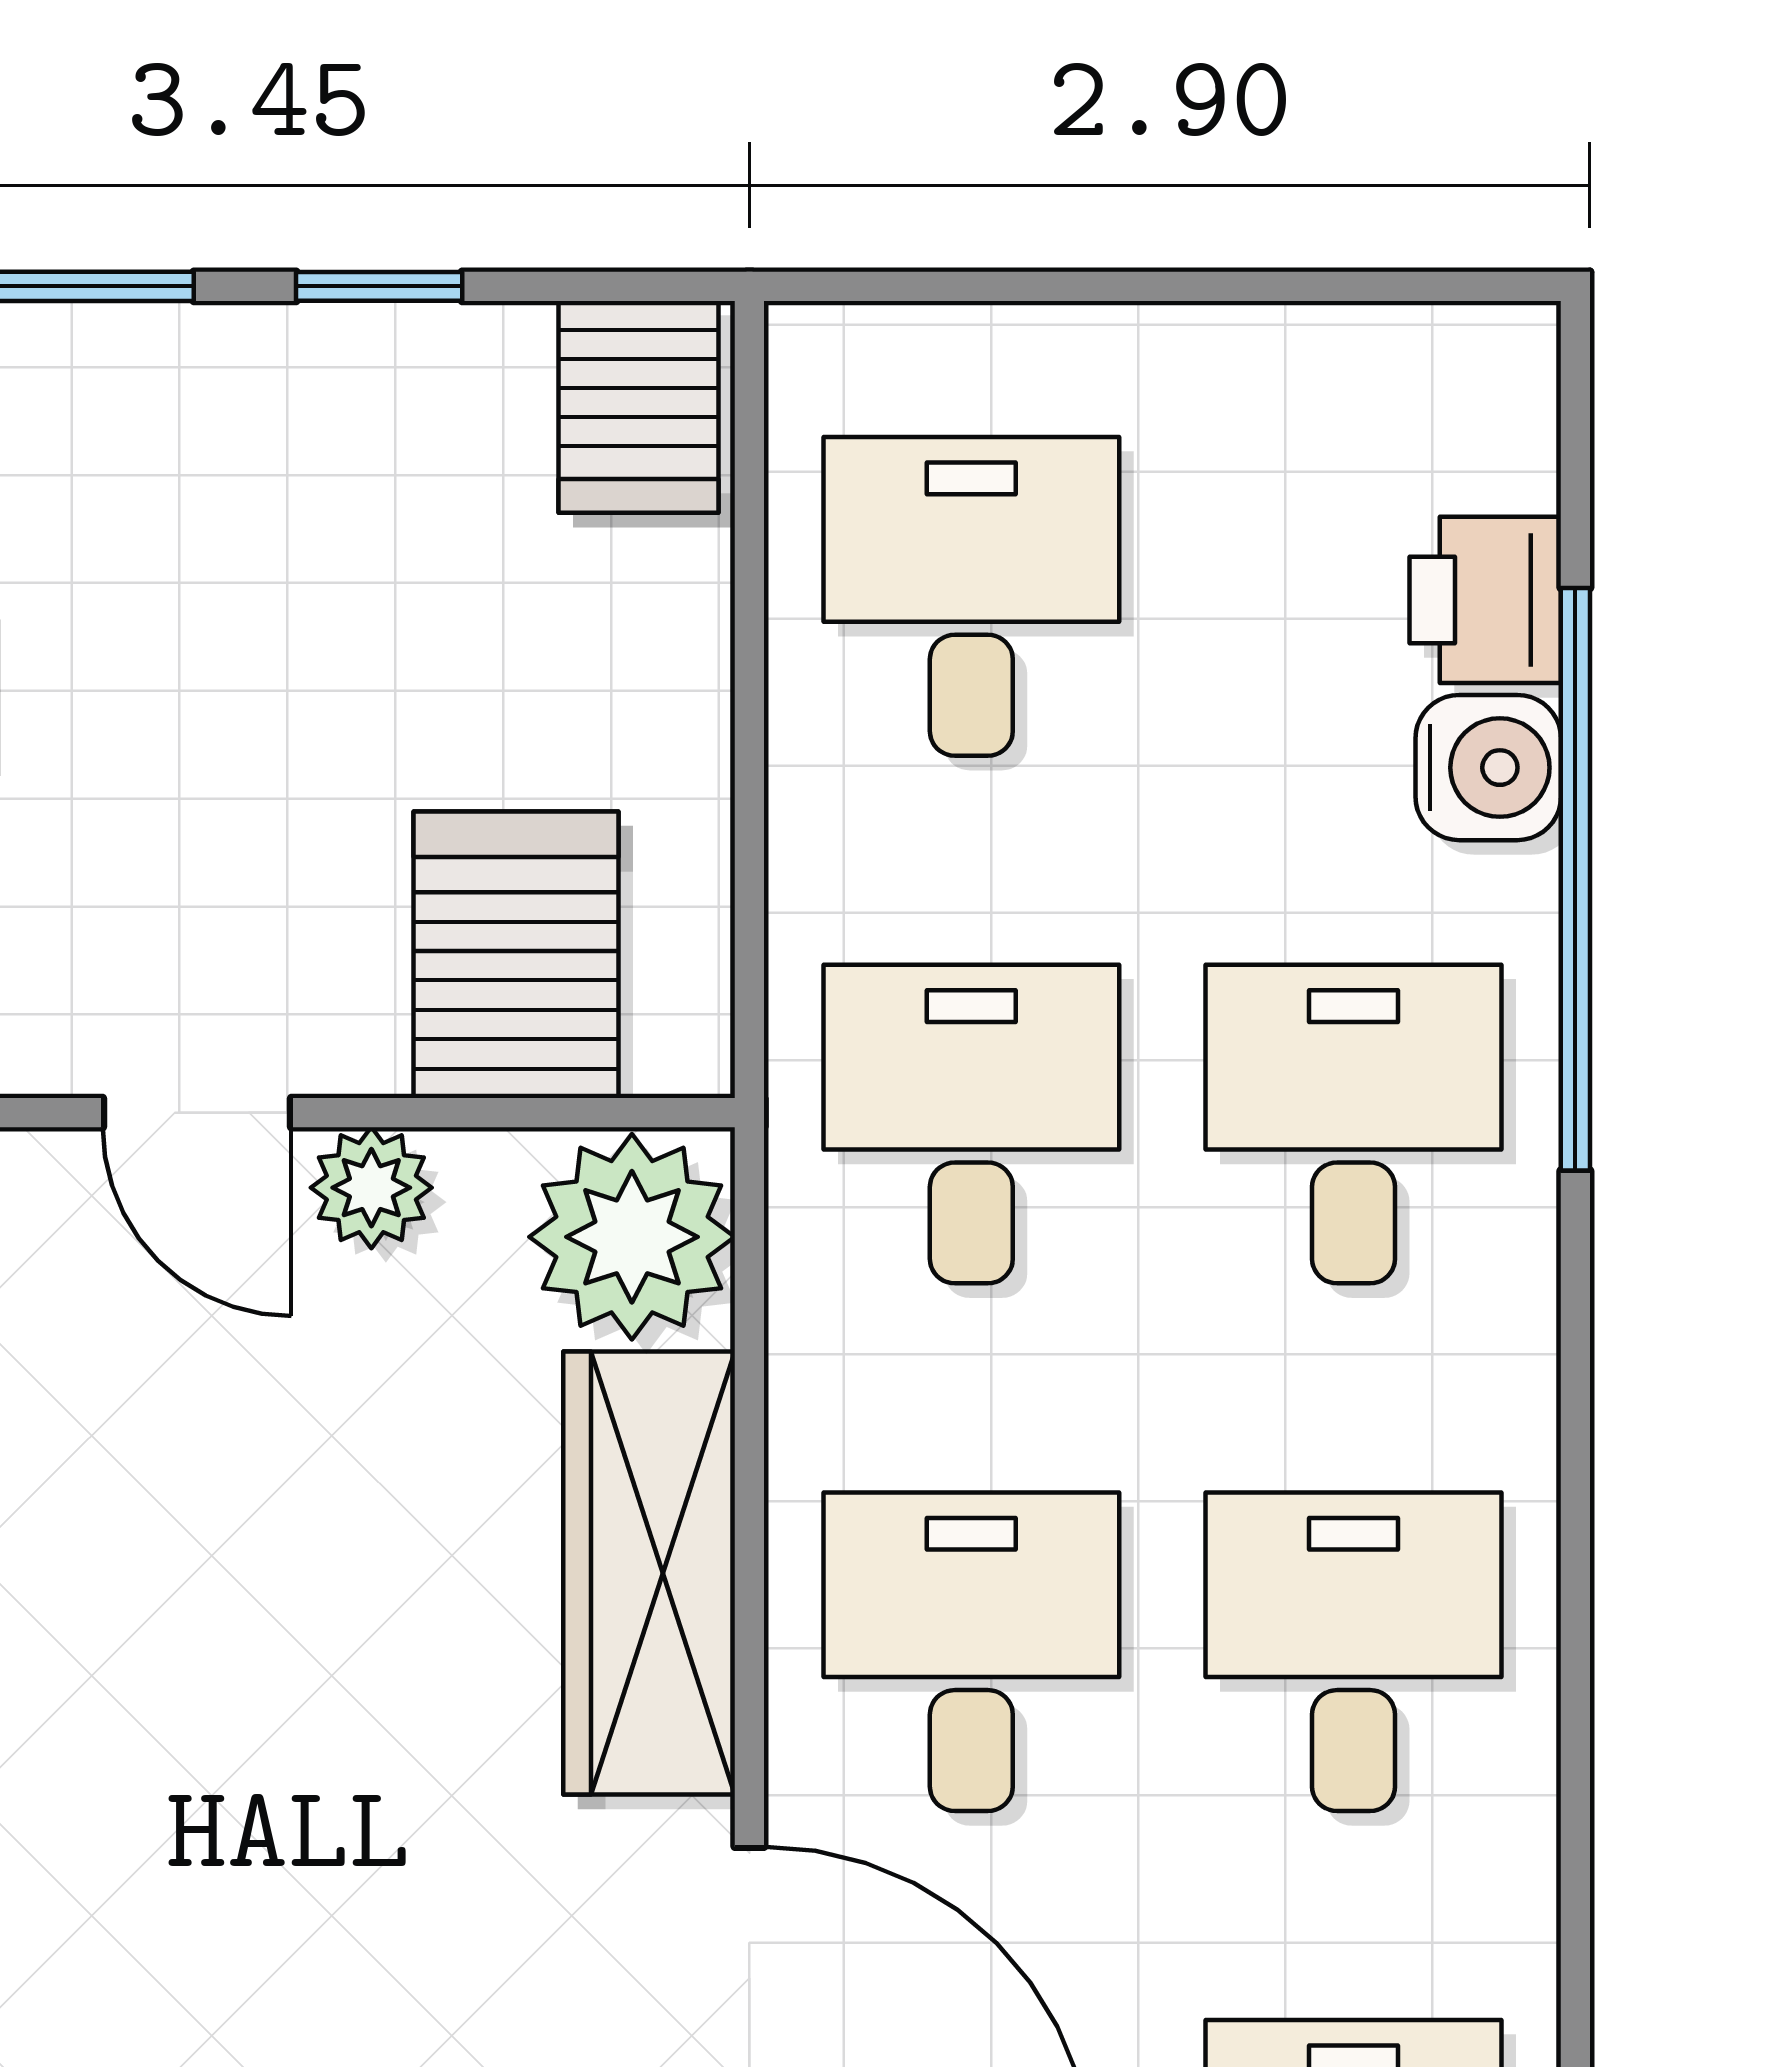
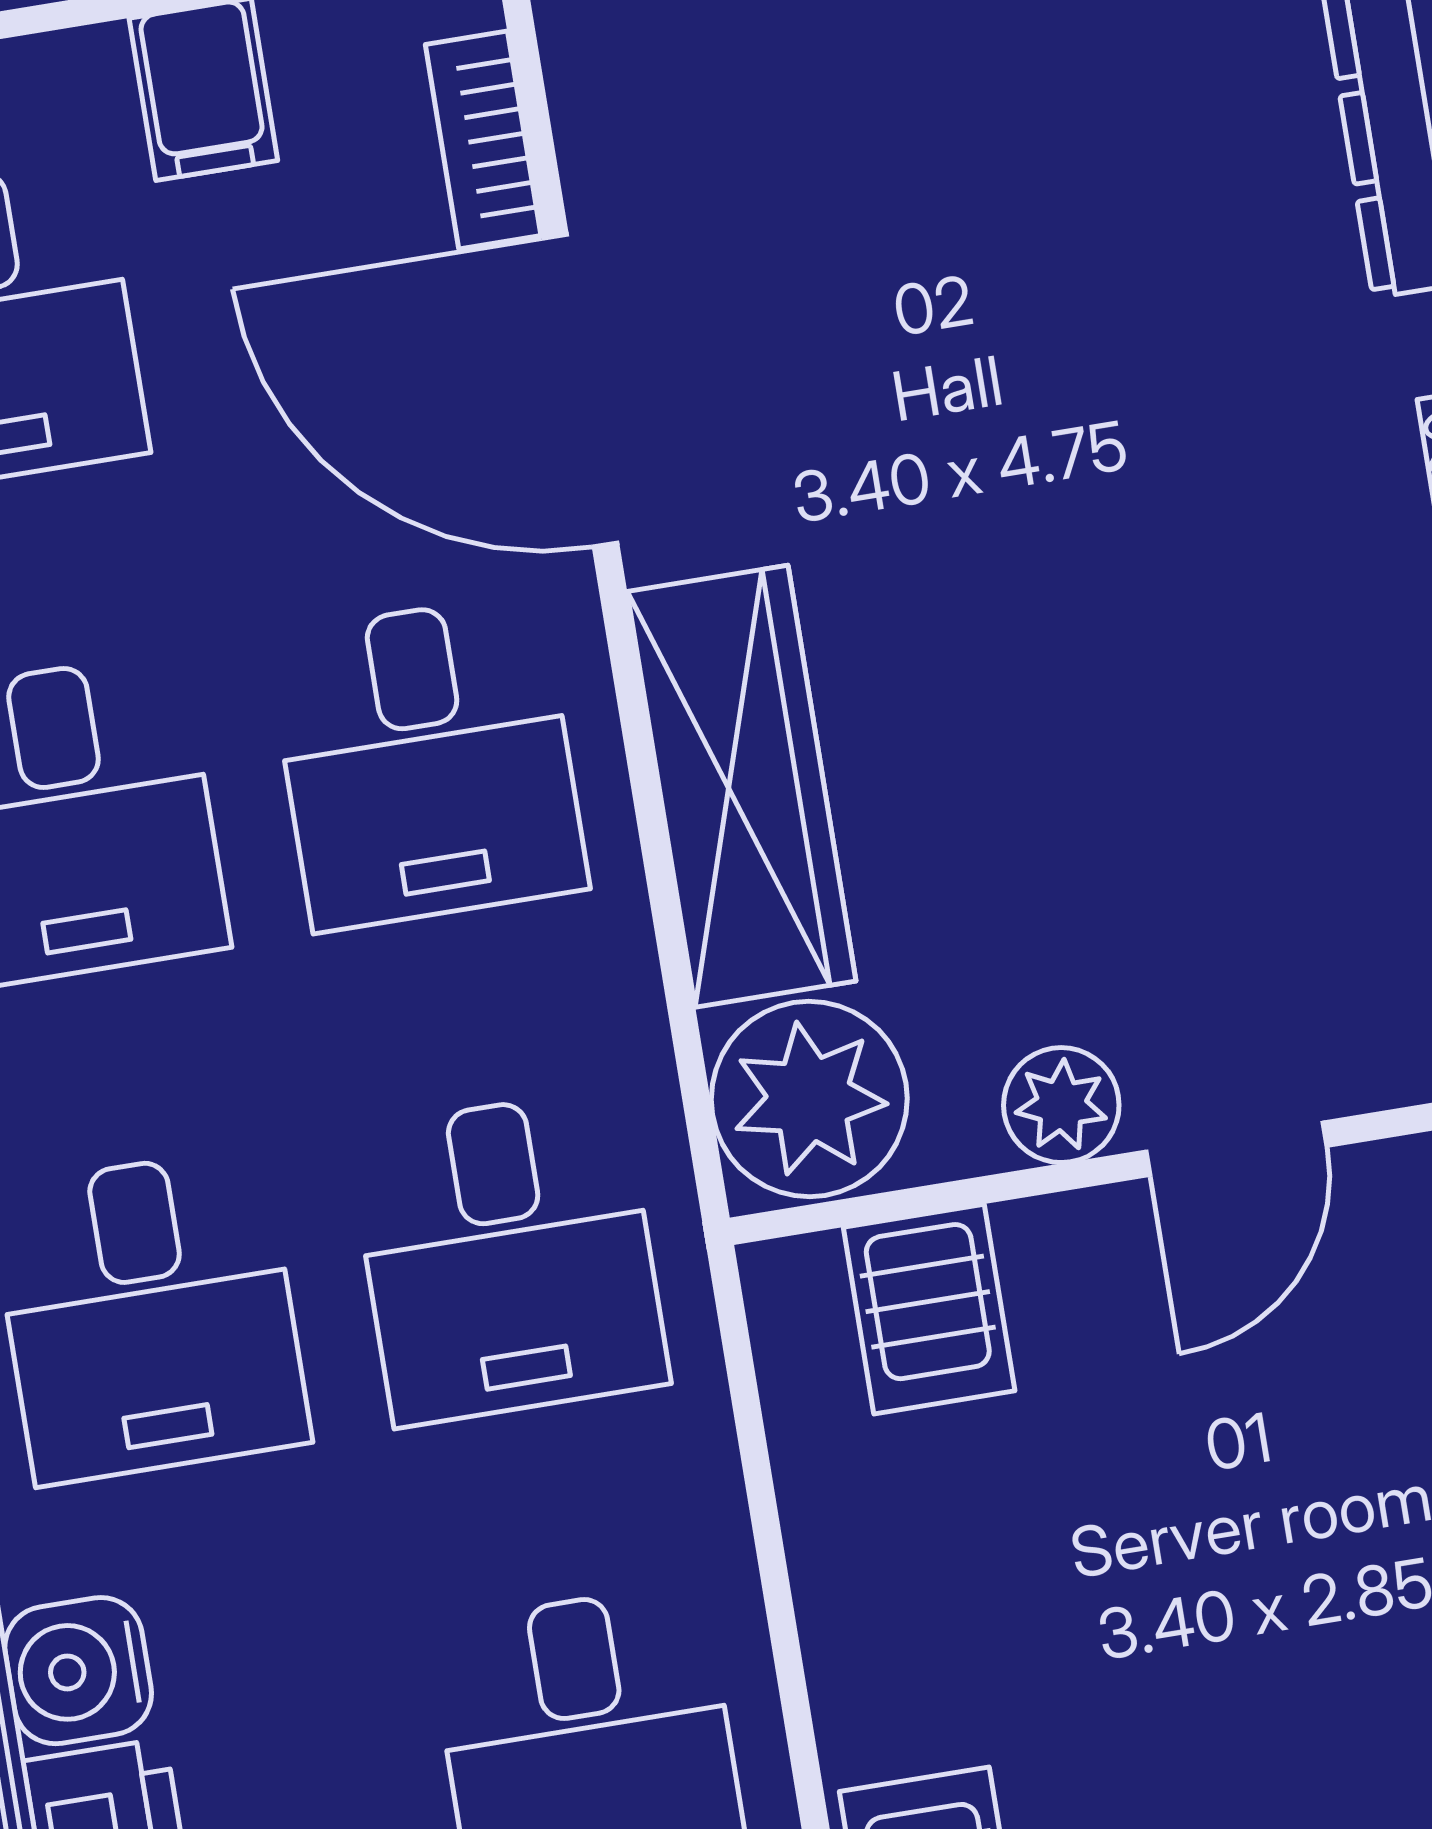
server rack: (516, 955) -> (929, 1309), width x0.73, depth x0.70
door: (197, 1113) -> (1236, 1149), swing flipped

